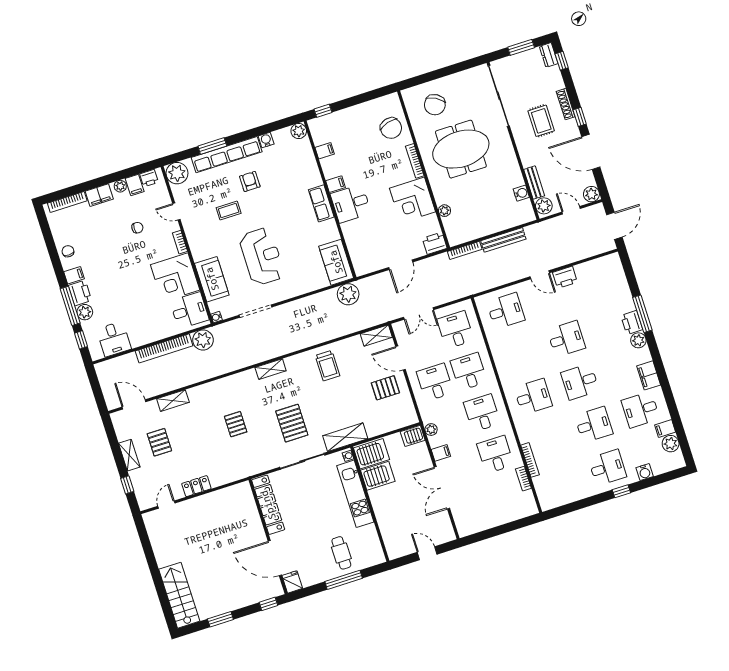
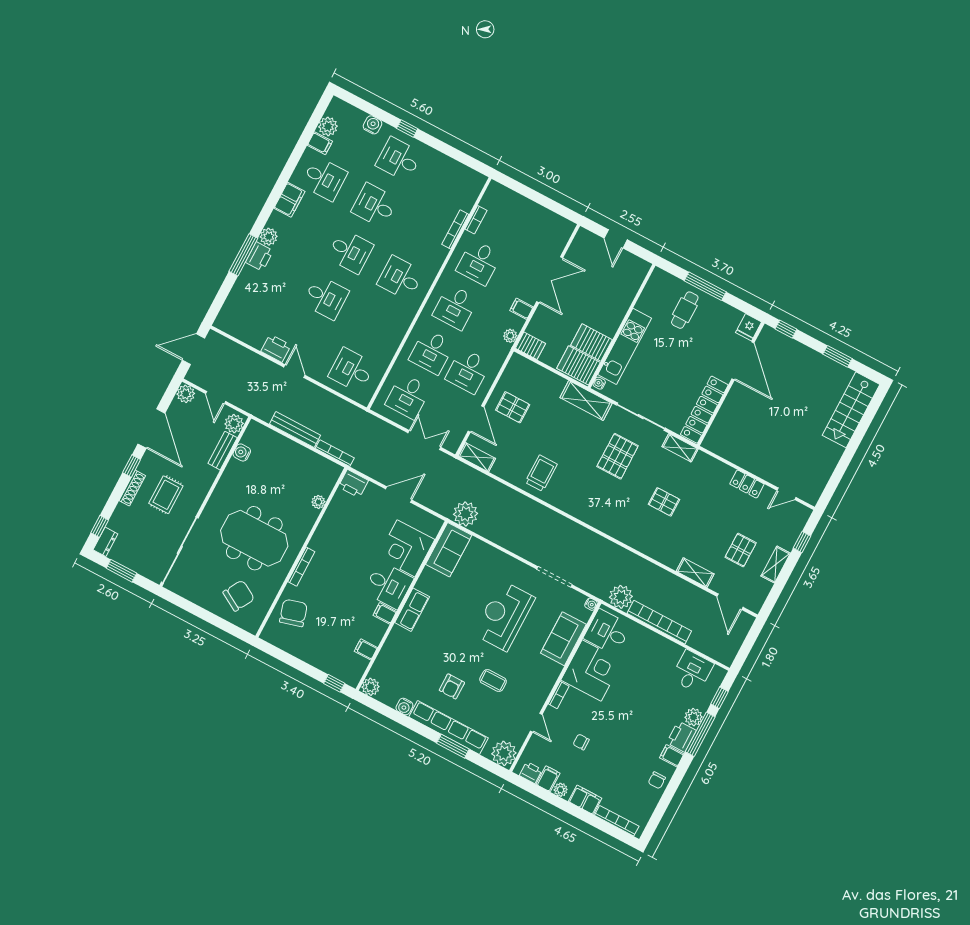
corner desk: (413, 200) -> (406, 548), moved, turned 180
desk: (566, 339) -> (326, 297), turned 180
shelving: (271, 369) -> (680, 448), moved
pallet: (236, 424) -> (664, 502), turned 90

